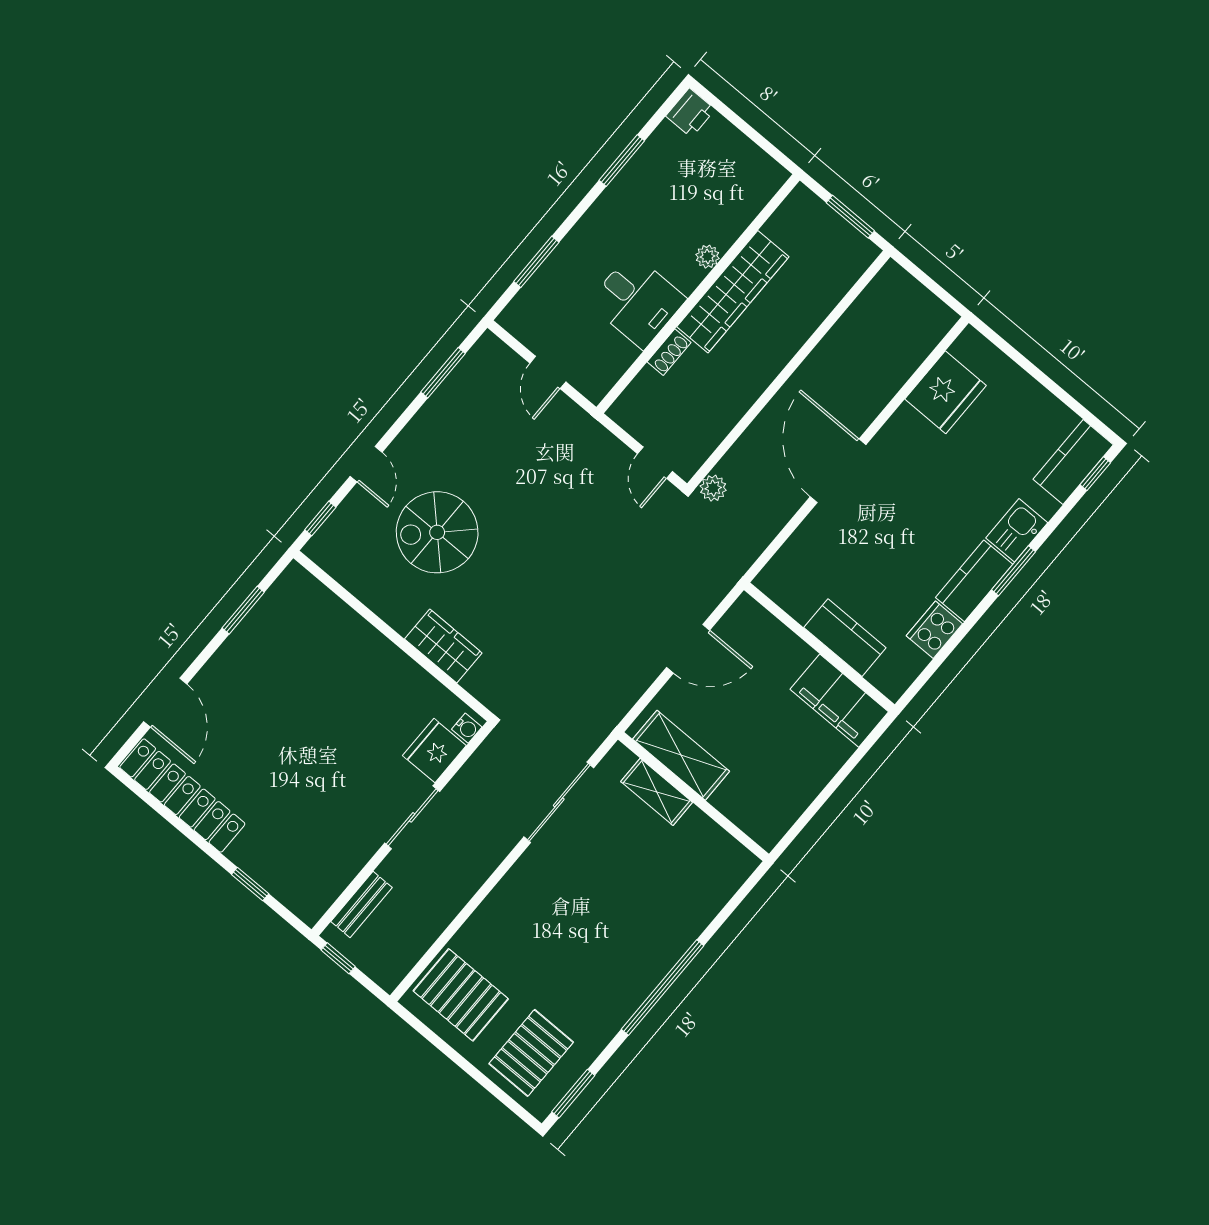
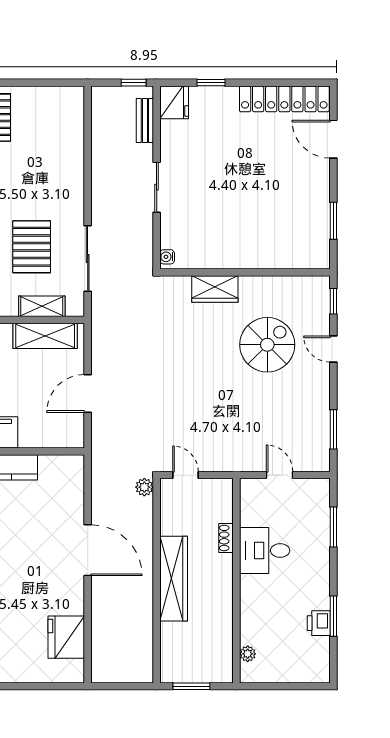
printer: (690, 113) -> (319, 623), moved
plant: (708, 257) -> (248, 654), moved
wardrobe: (733, 292) -> (174, 579), moved, turned 180
fridge: (434, 751) -> (174, 102), moved
pallet: (461, 995) -> (32, 247), moved, turned 90

